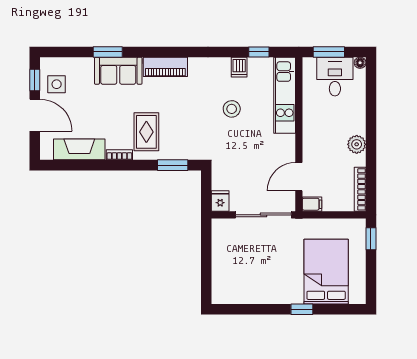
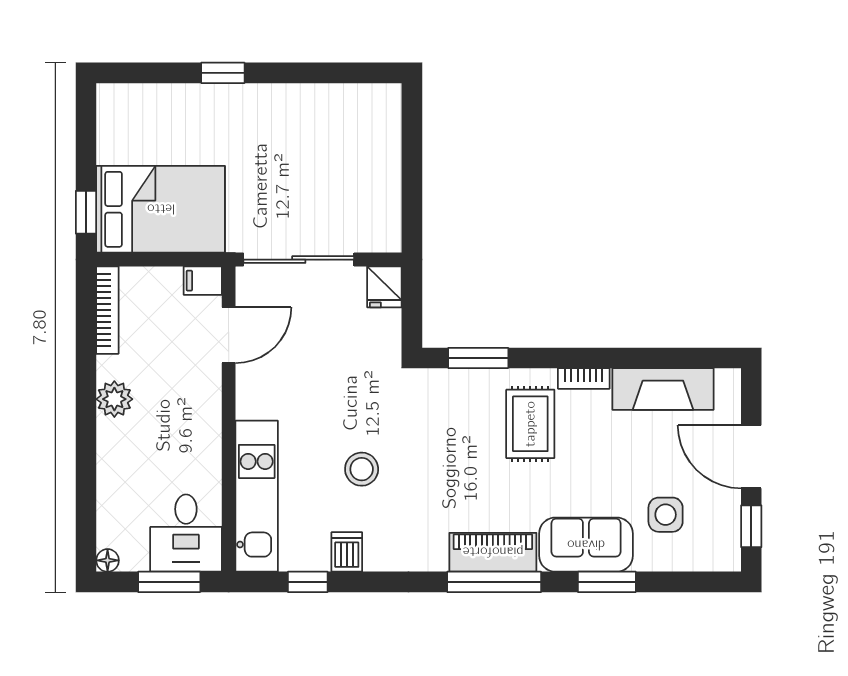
window: (165, 52) -> (494, 582), added
desk: (335, 77) -> (186, 533), moved
side table: (57, 84) -> (666, 515), moved
bed: (326, 272) -> (161, 209), moved, turned -90

